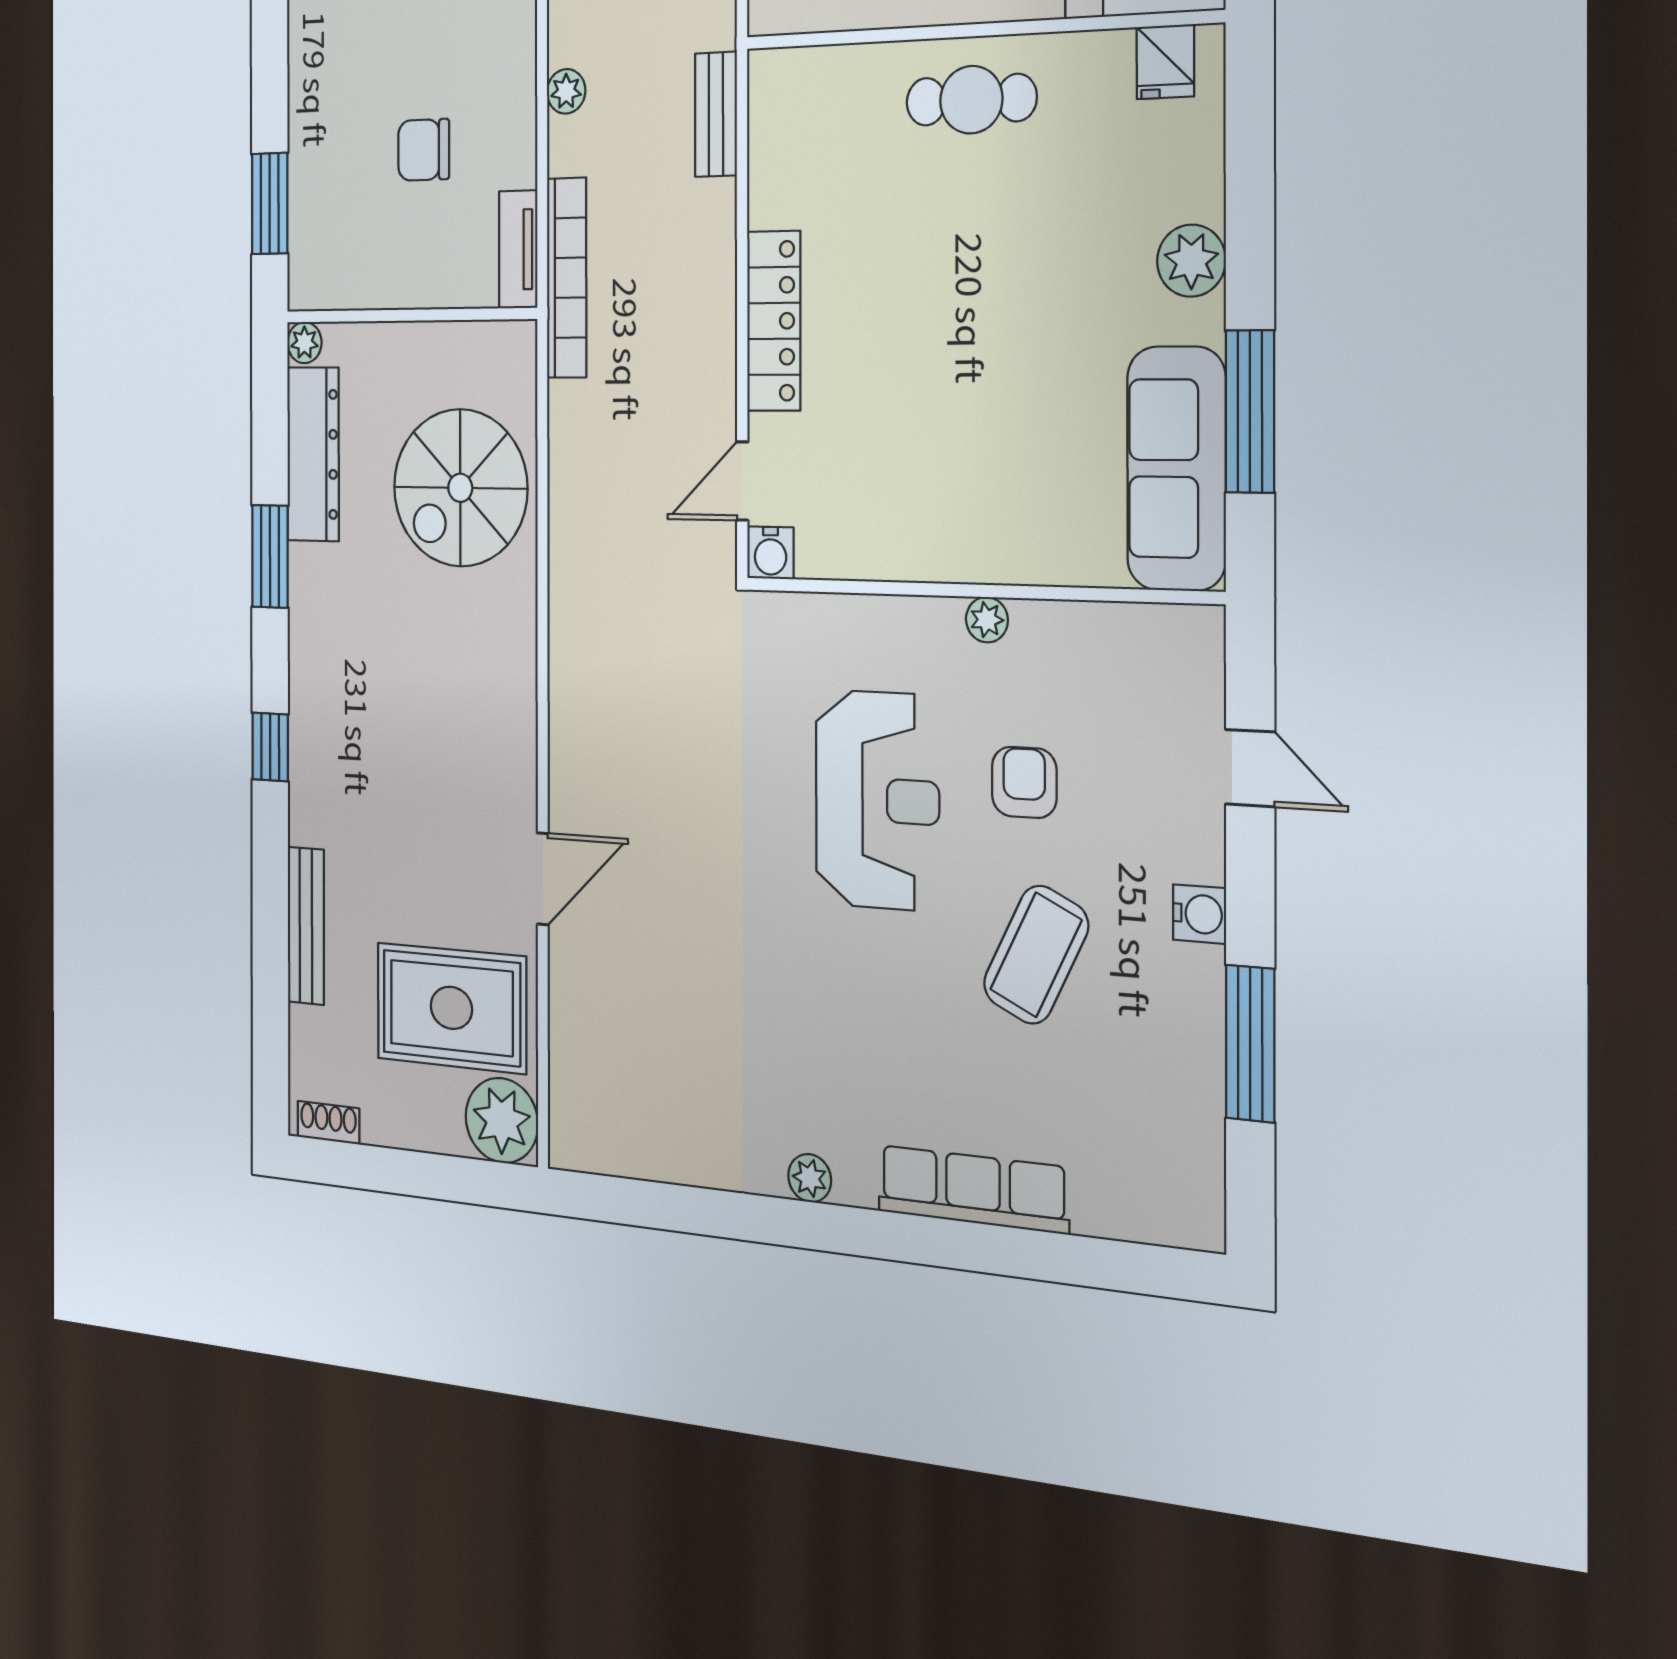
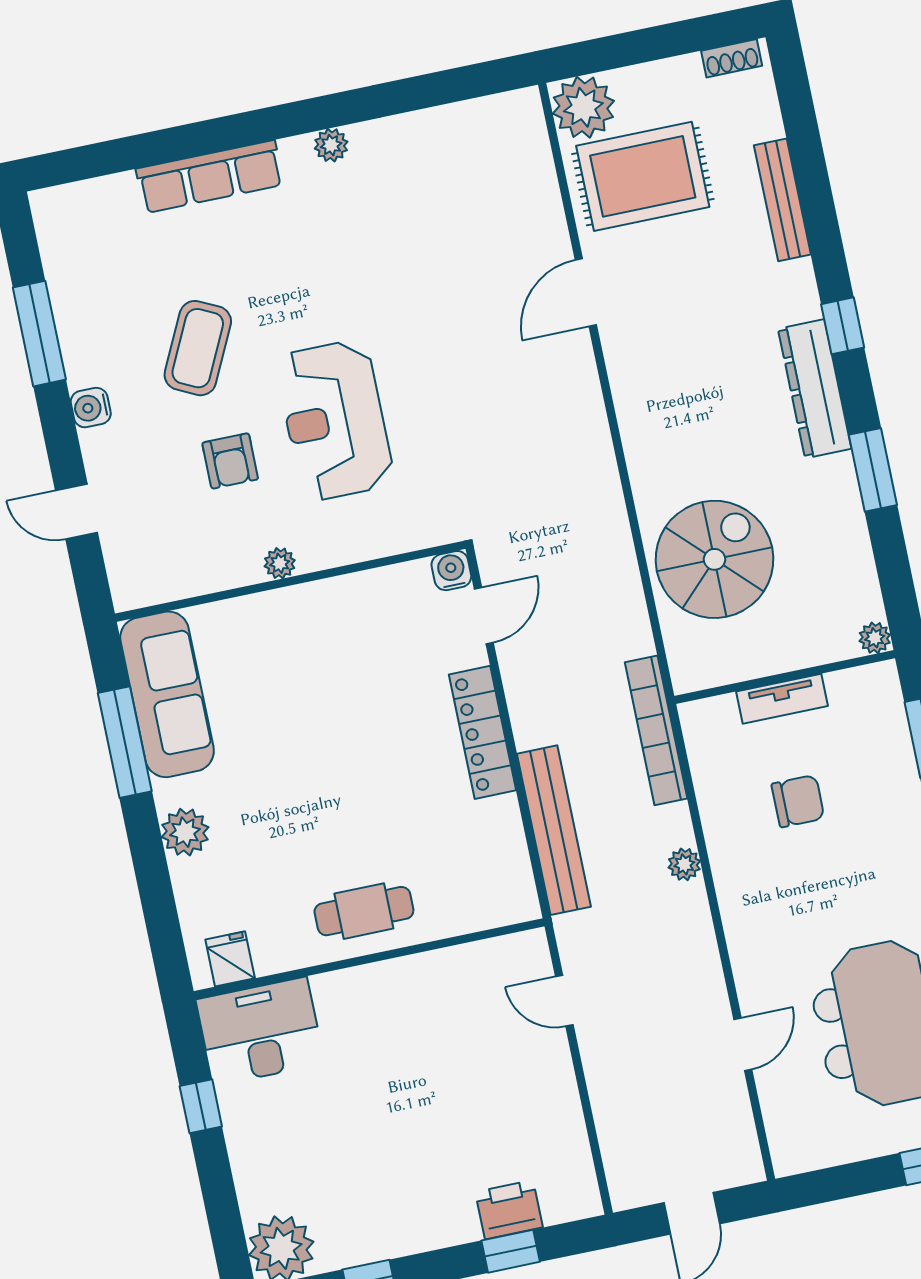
bench: (716, 114) -> (554, 830), width x1.86, depth x1.21
tv unit: (518, 249) -> (782, 699), moved, turned 90
dresser: (313, 454) -> (815, 389), moved

